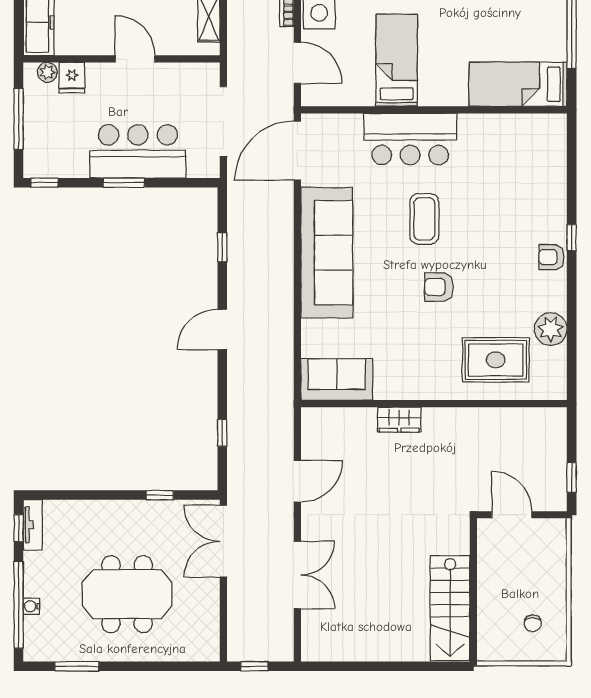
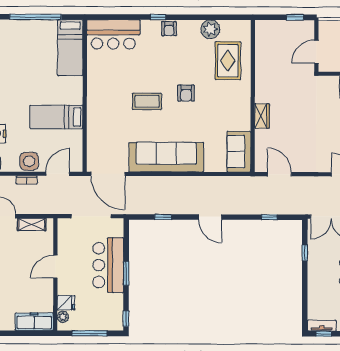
bar counter: (410, 139) -> (113, 34), moved, turned 90
door: (297, 481) -> (279, 174), moved

